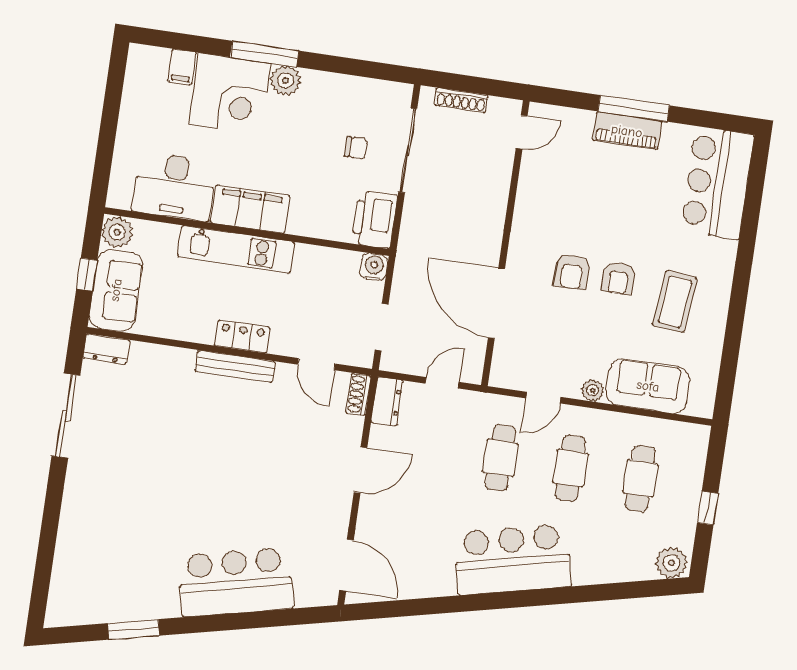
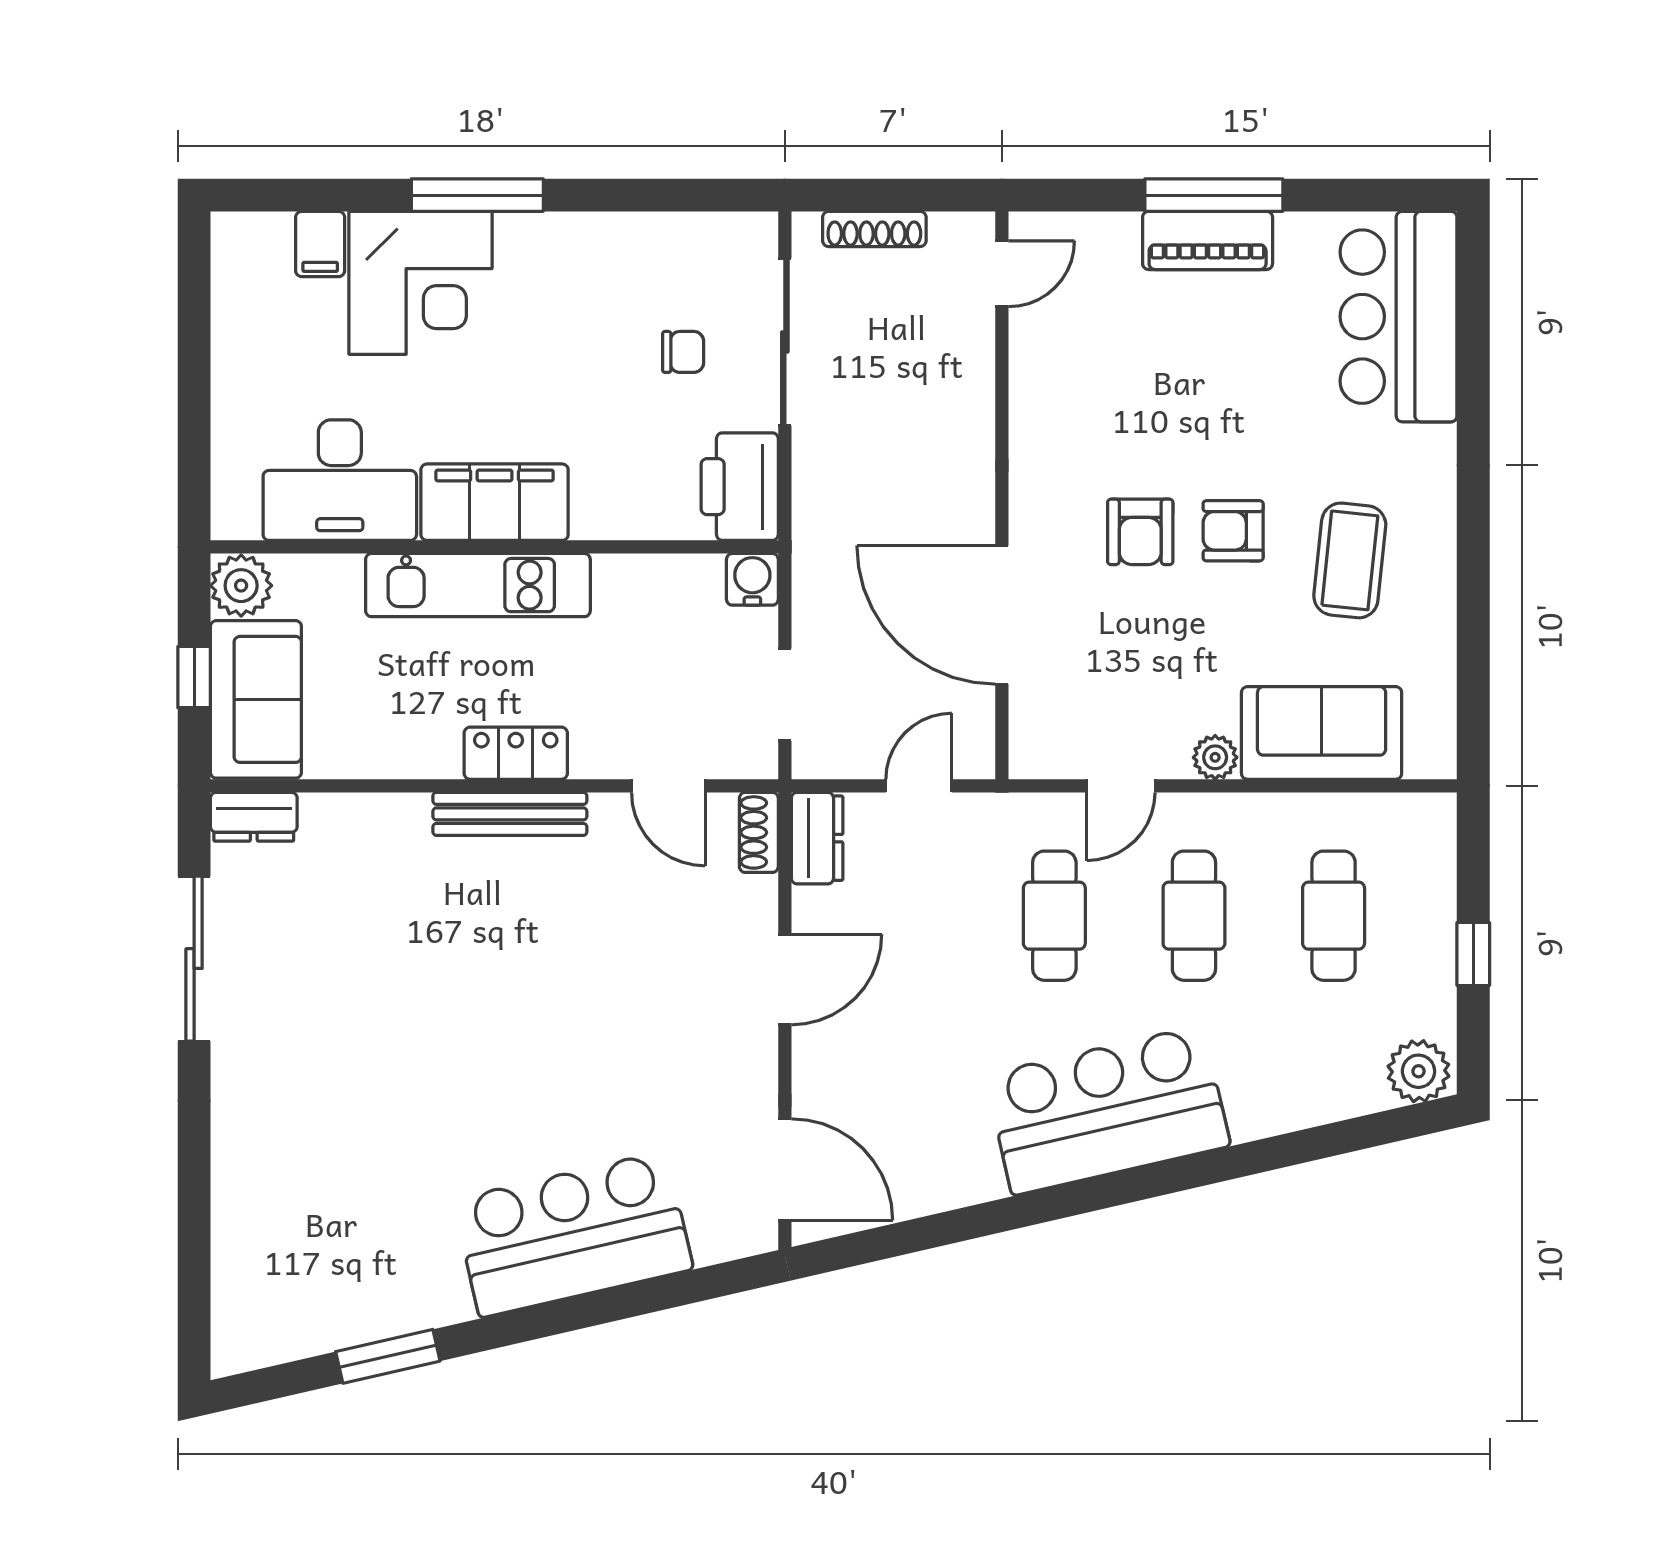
plant: (285, 81) -> (526, 241), removed
armchair: (618, 278) -> (1233, 531), turned 90

